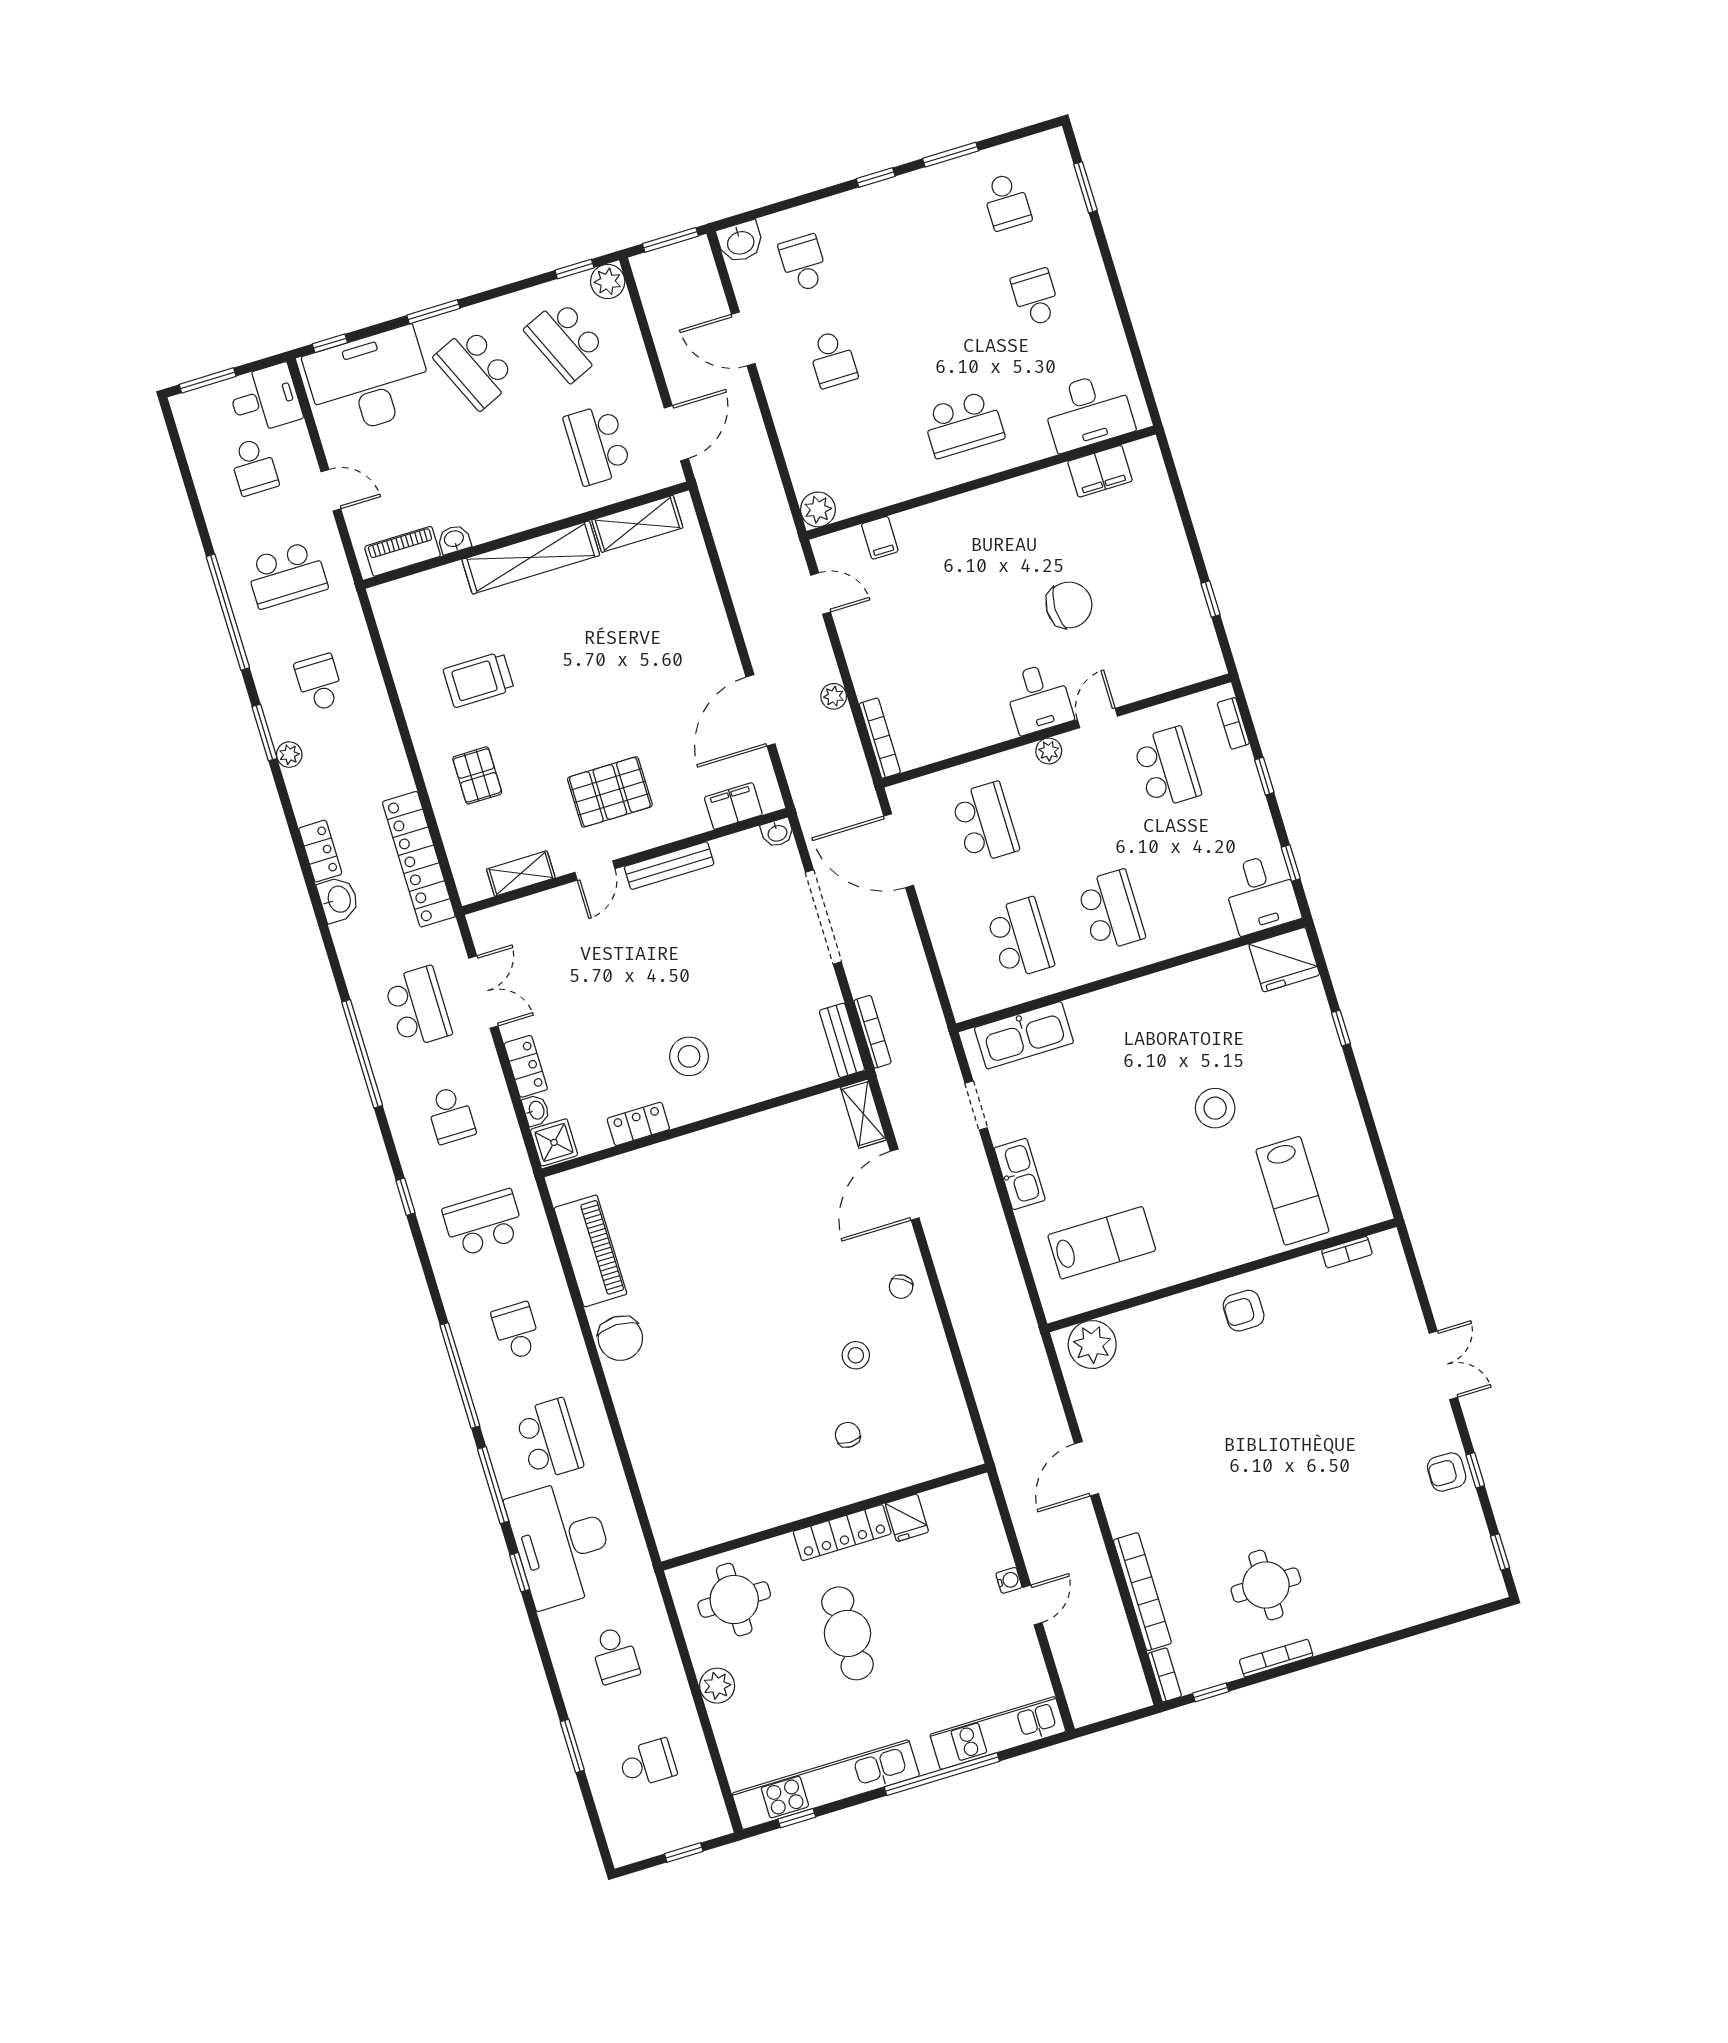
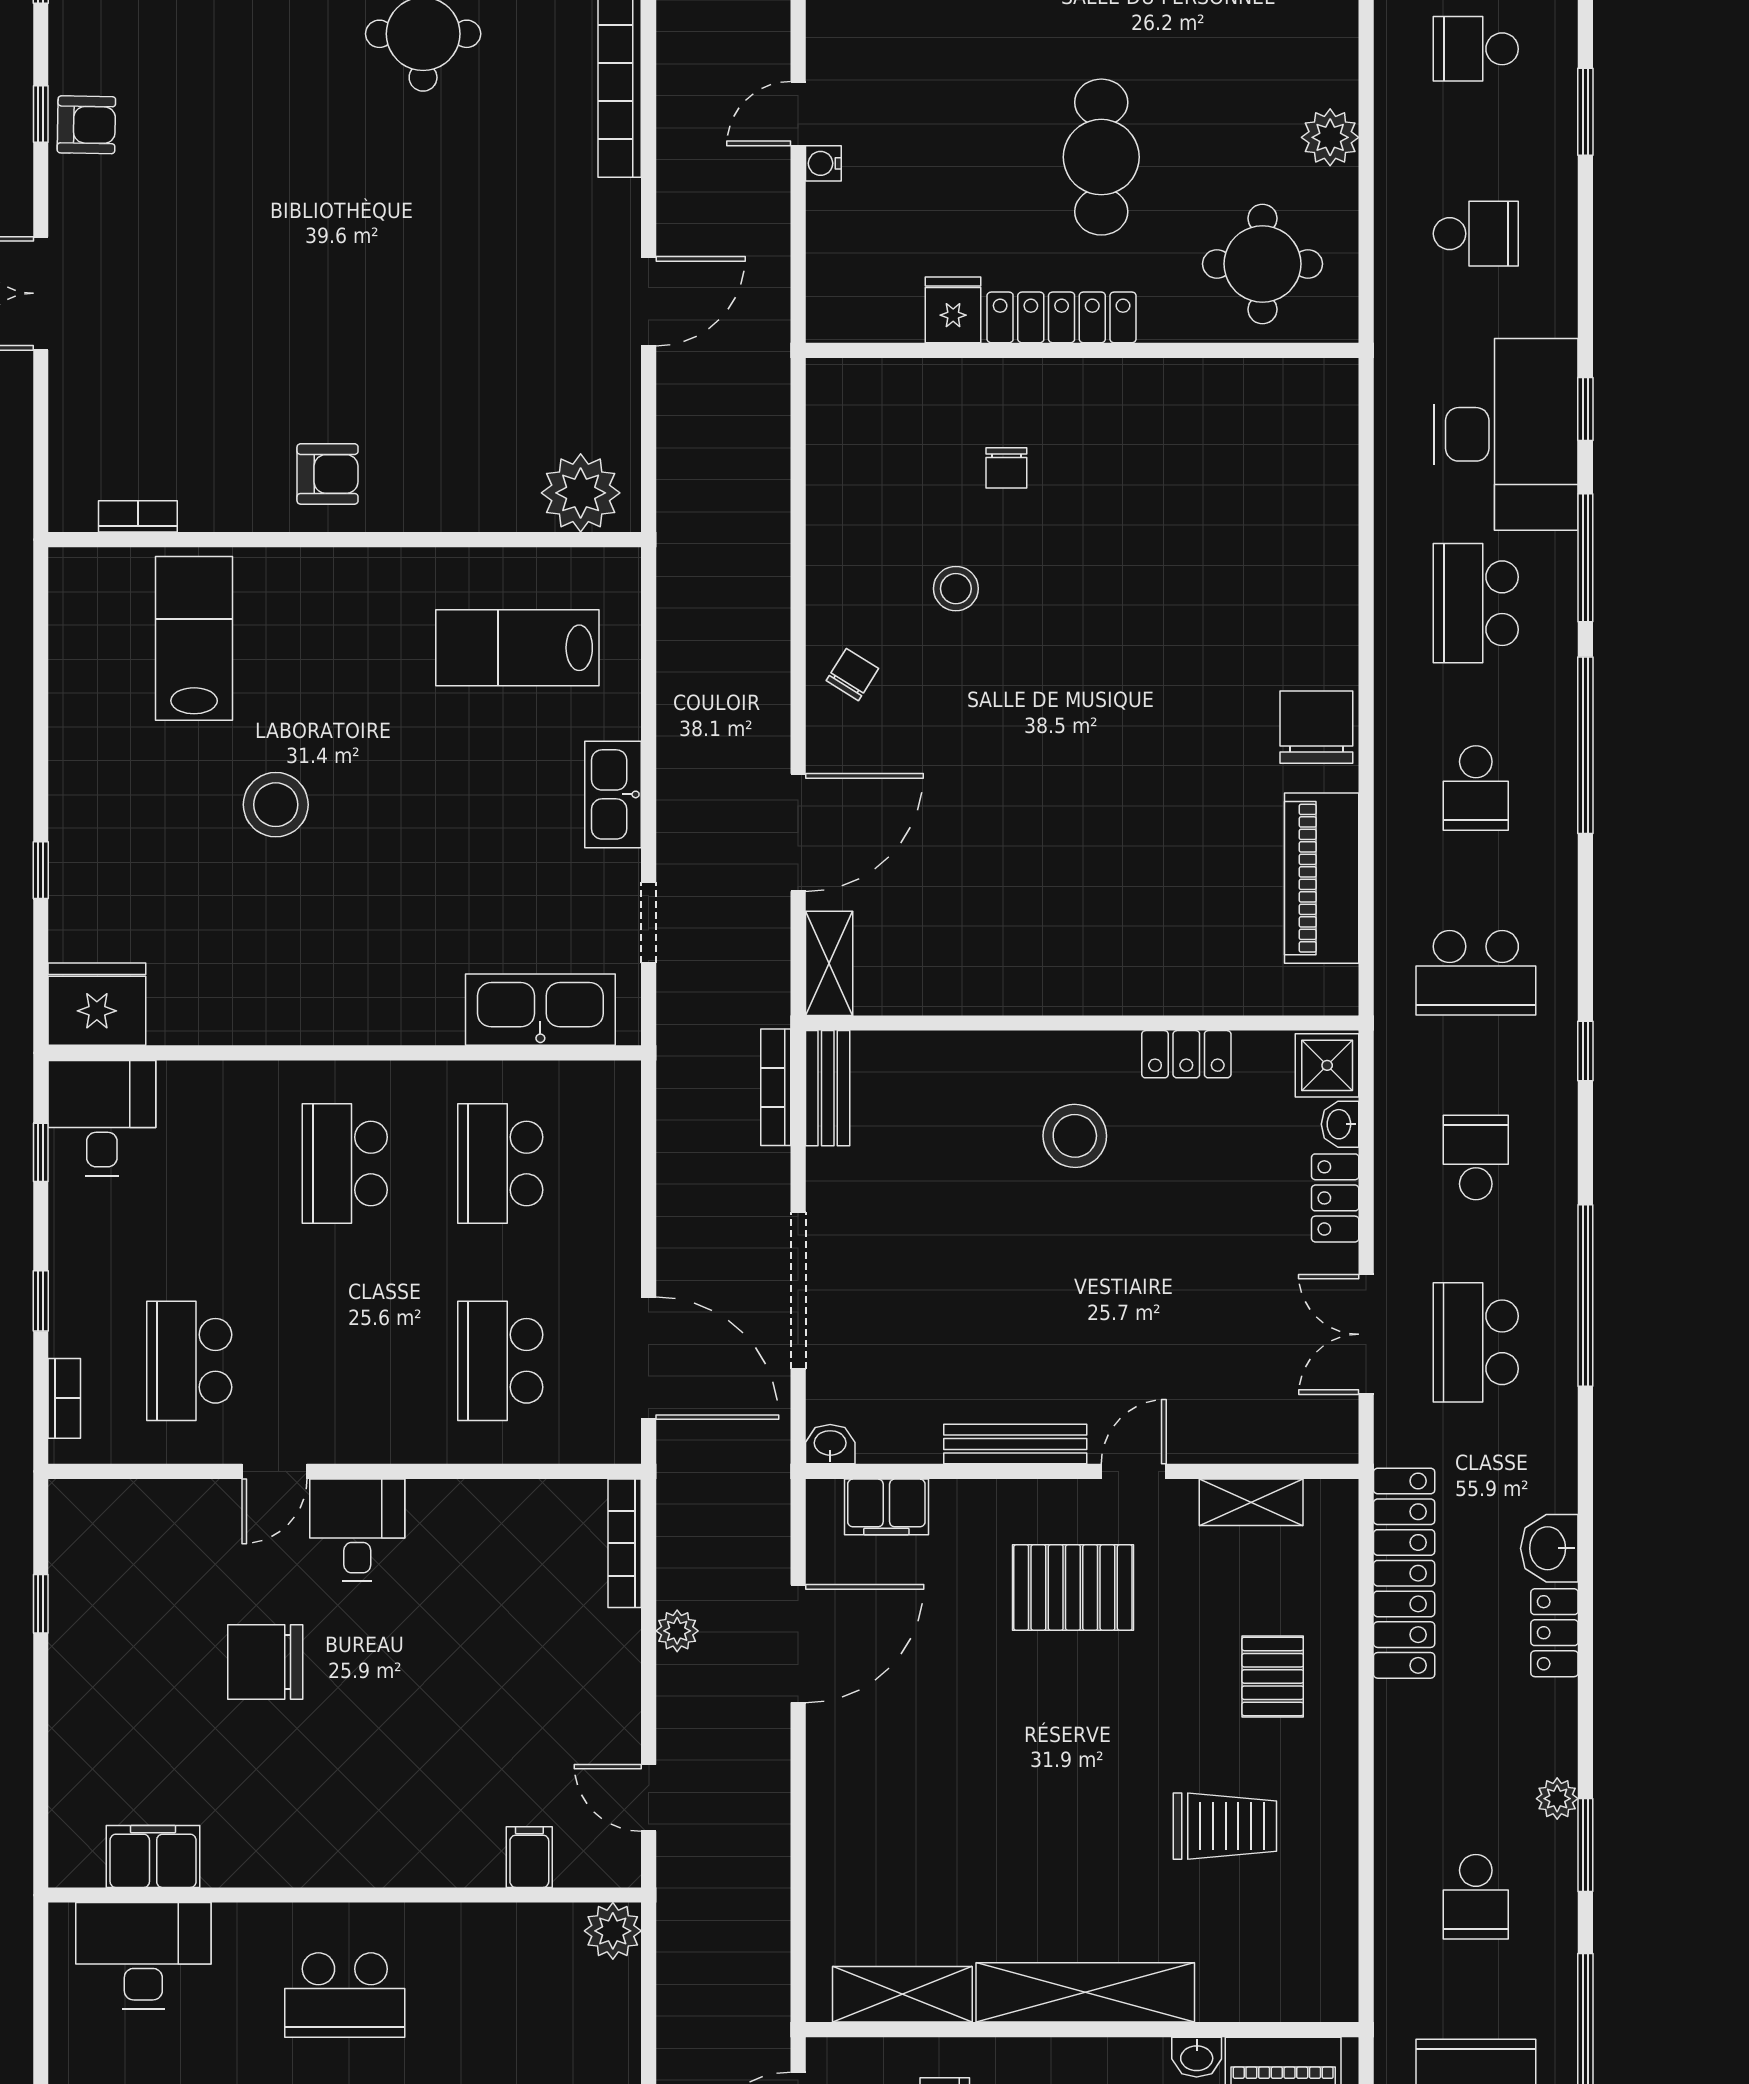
school desk: (963, 424) -> (345, 1995), turned 180
plant: (1049, 751) -> (366, 1443), removed
school desk: (615, 1655) -> (1476, 234), turned 90

